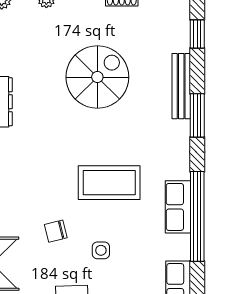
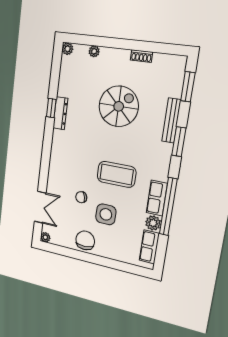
window: (197, 34) -> (188, 87), width x1.50
plant: (178, 247) -> (153, 223), added
side table: (101, 250) -> (106, 214), width x1.87, depth x1.87

